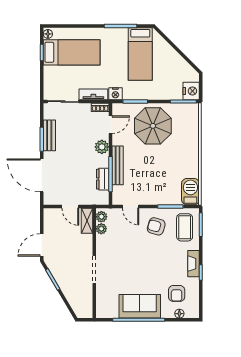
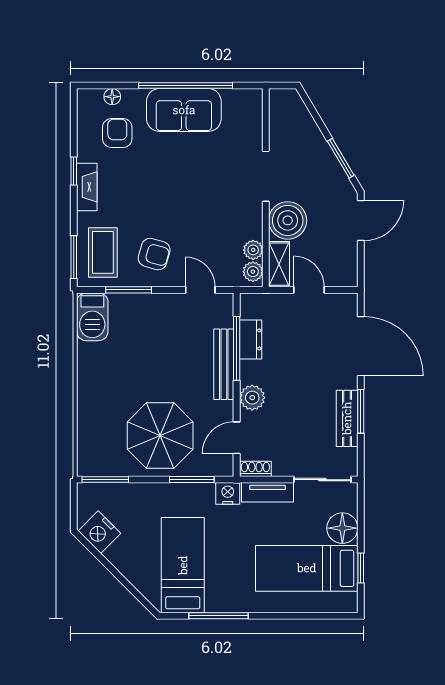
floor lamp: (48, 34) -> (342, 528), moved, width x1.89, depth x1.89
nightstand: (191, 91) -> (99, 532), moved, turned -45
boiler: (82, 245) -> (288, 220), added

